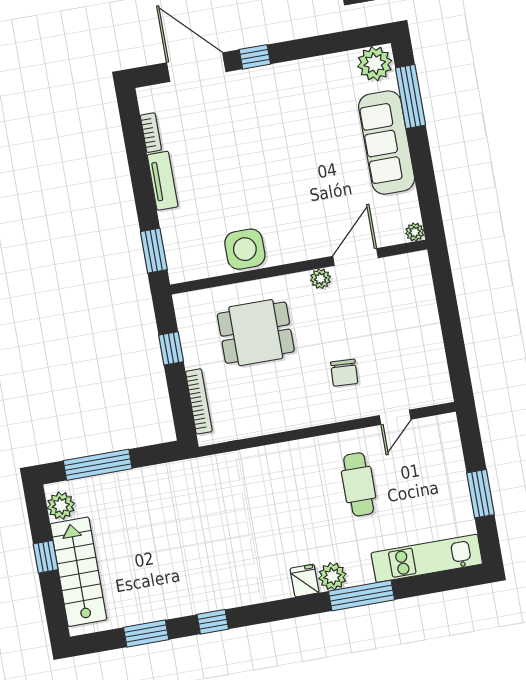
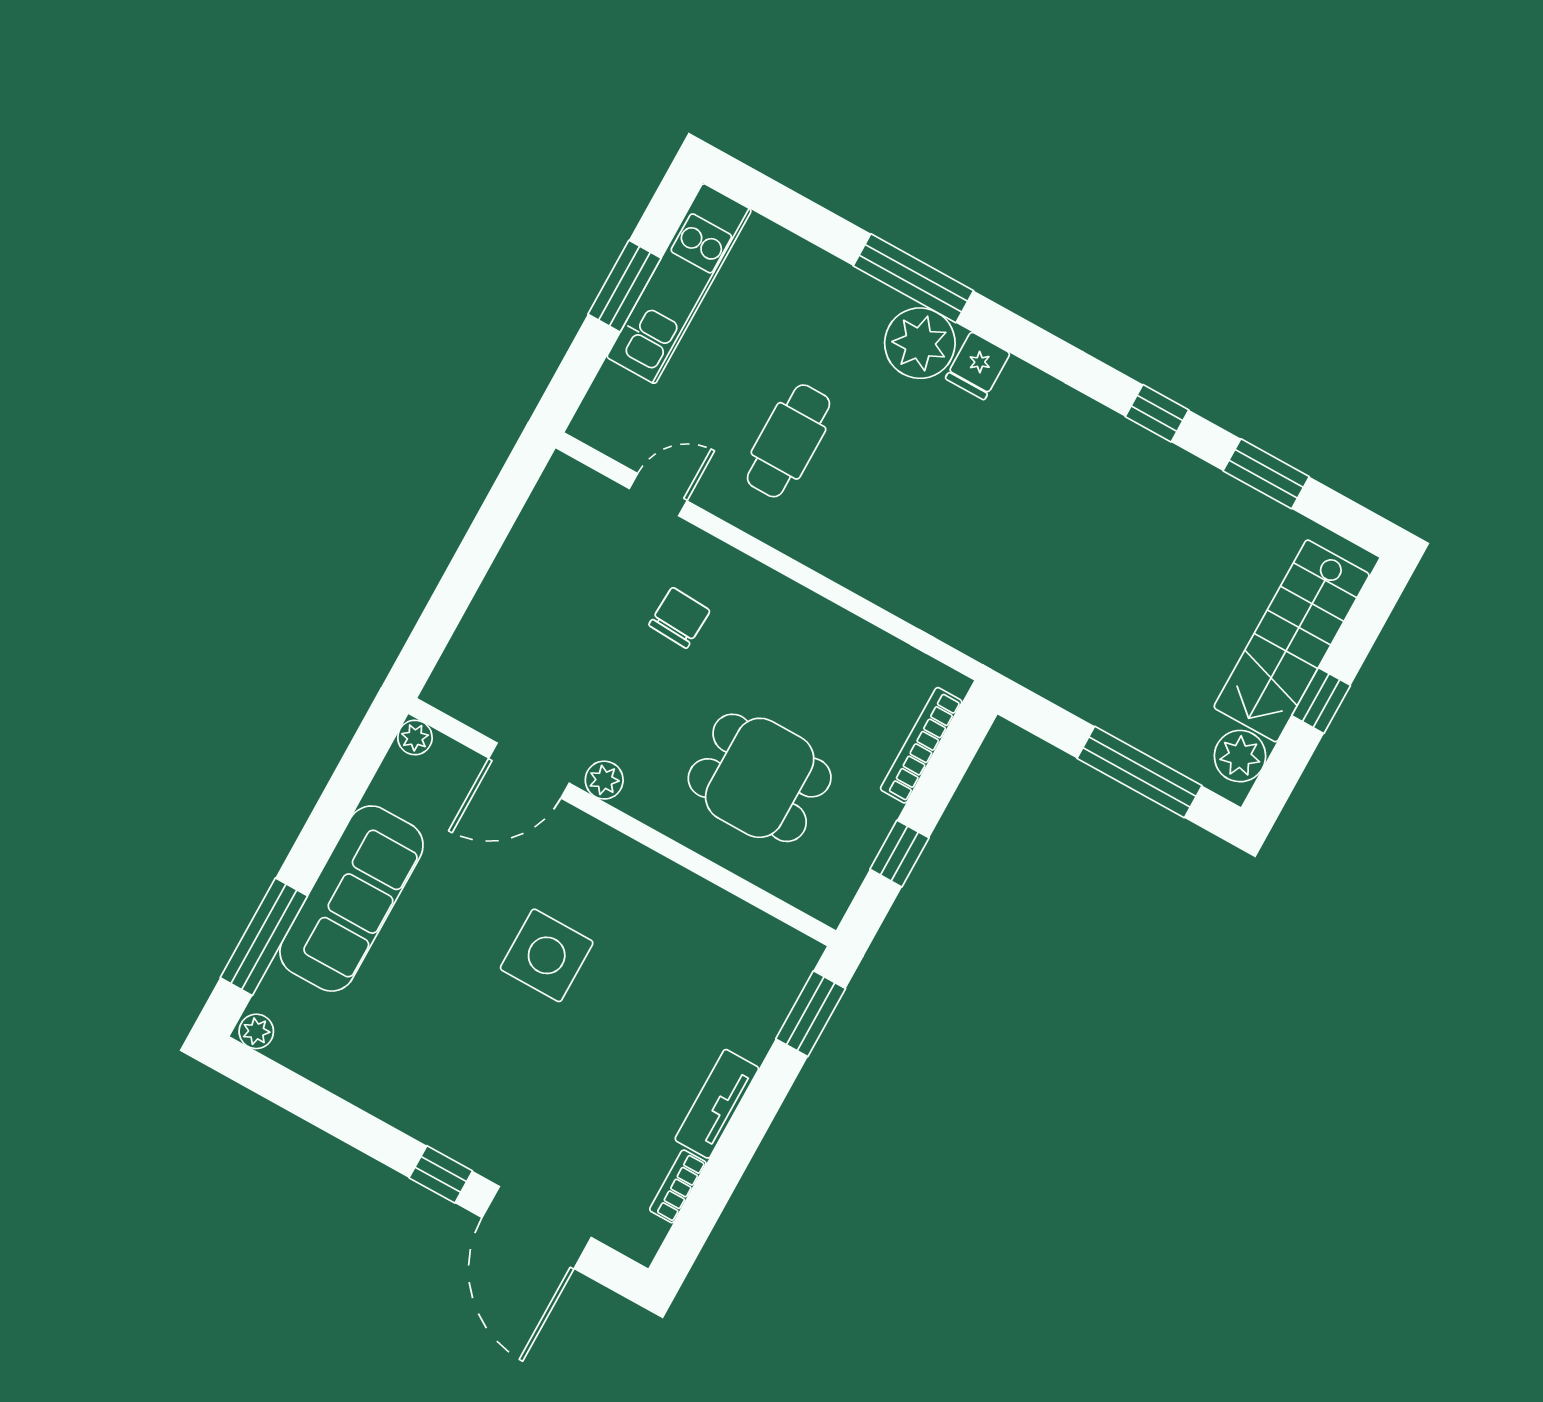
plant: (375, 64) -> (256, 1031), width x0.53, depth x0.53
side table: (245, 249) -> (547, 955), moved
kitchen unit: (427, 558) -> (679, 284), moved, turned -90
plant: (332, 576) -> (920, 343), width x1.36, depth x1.36

